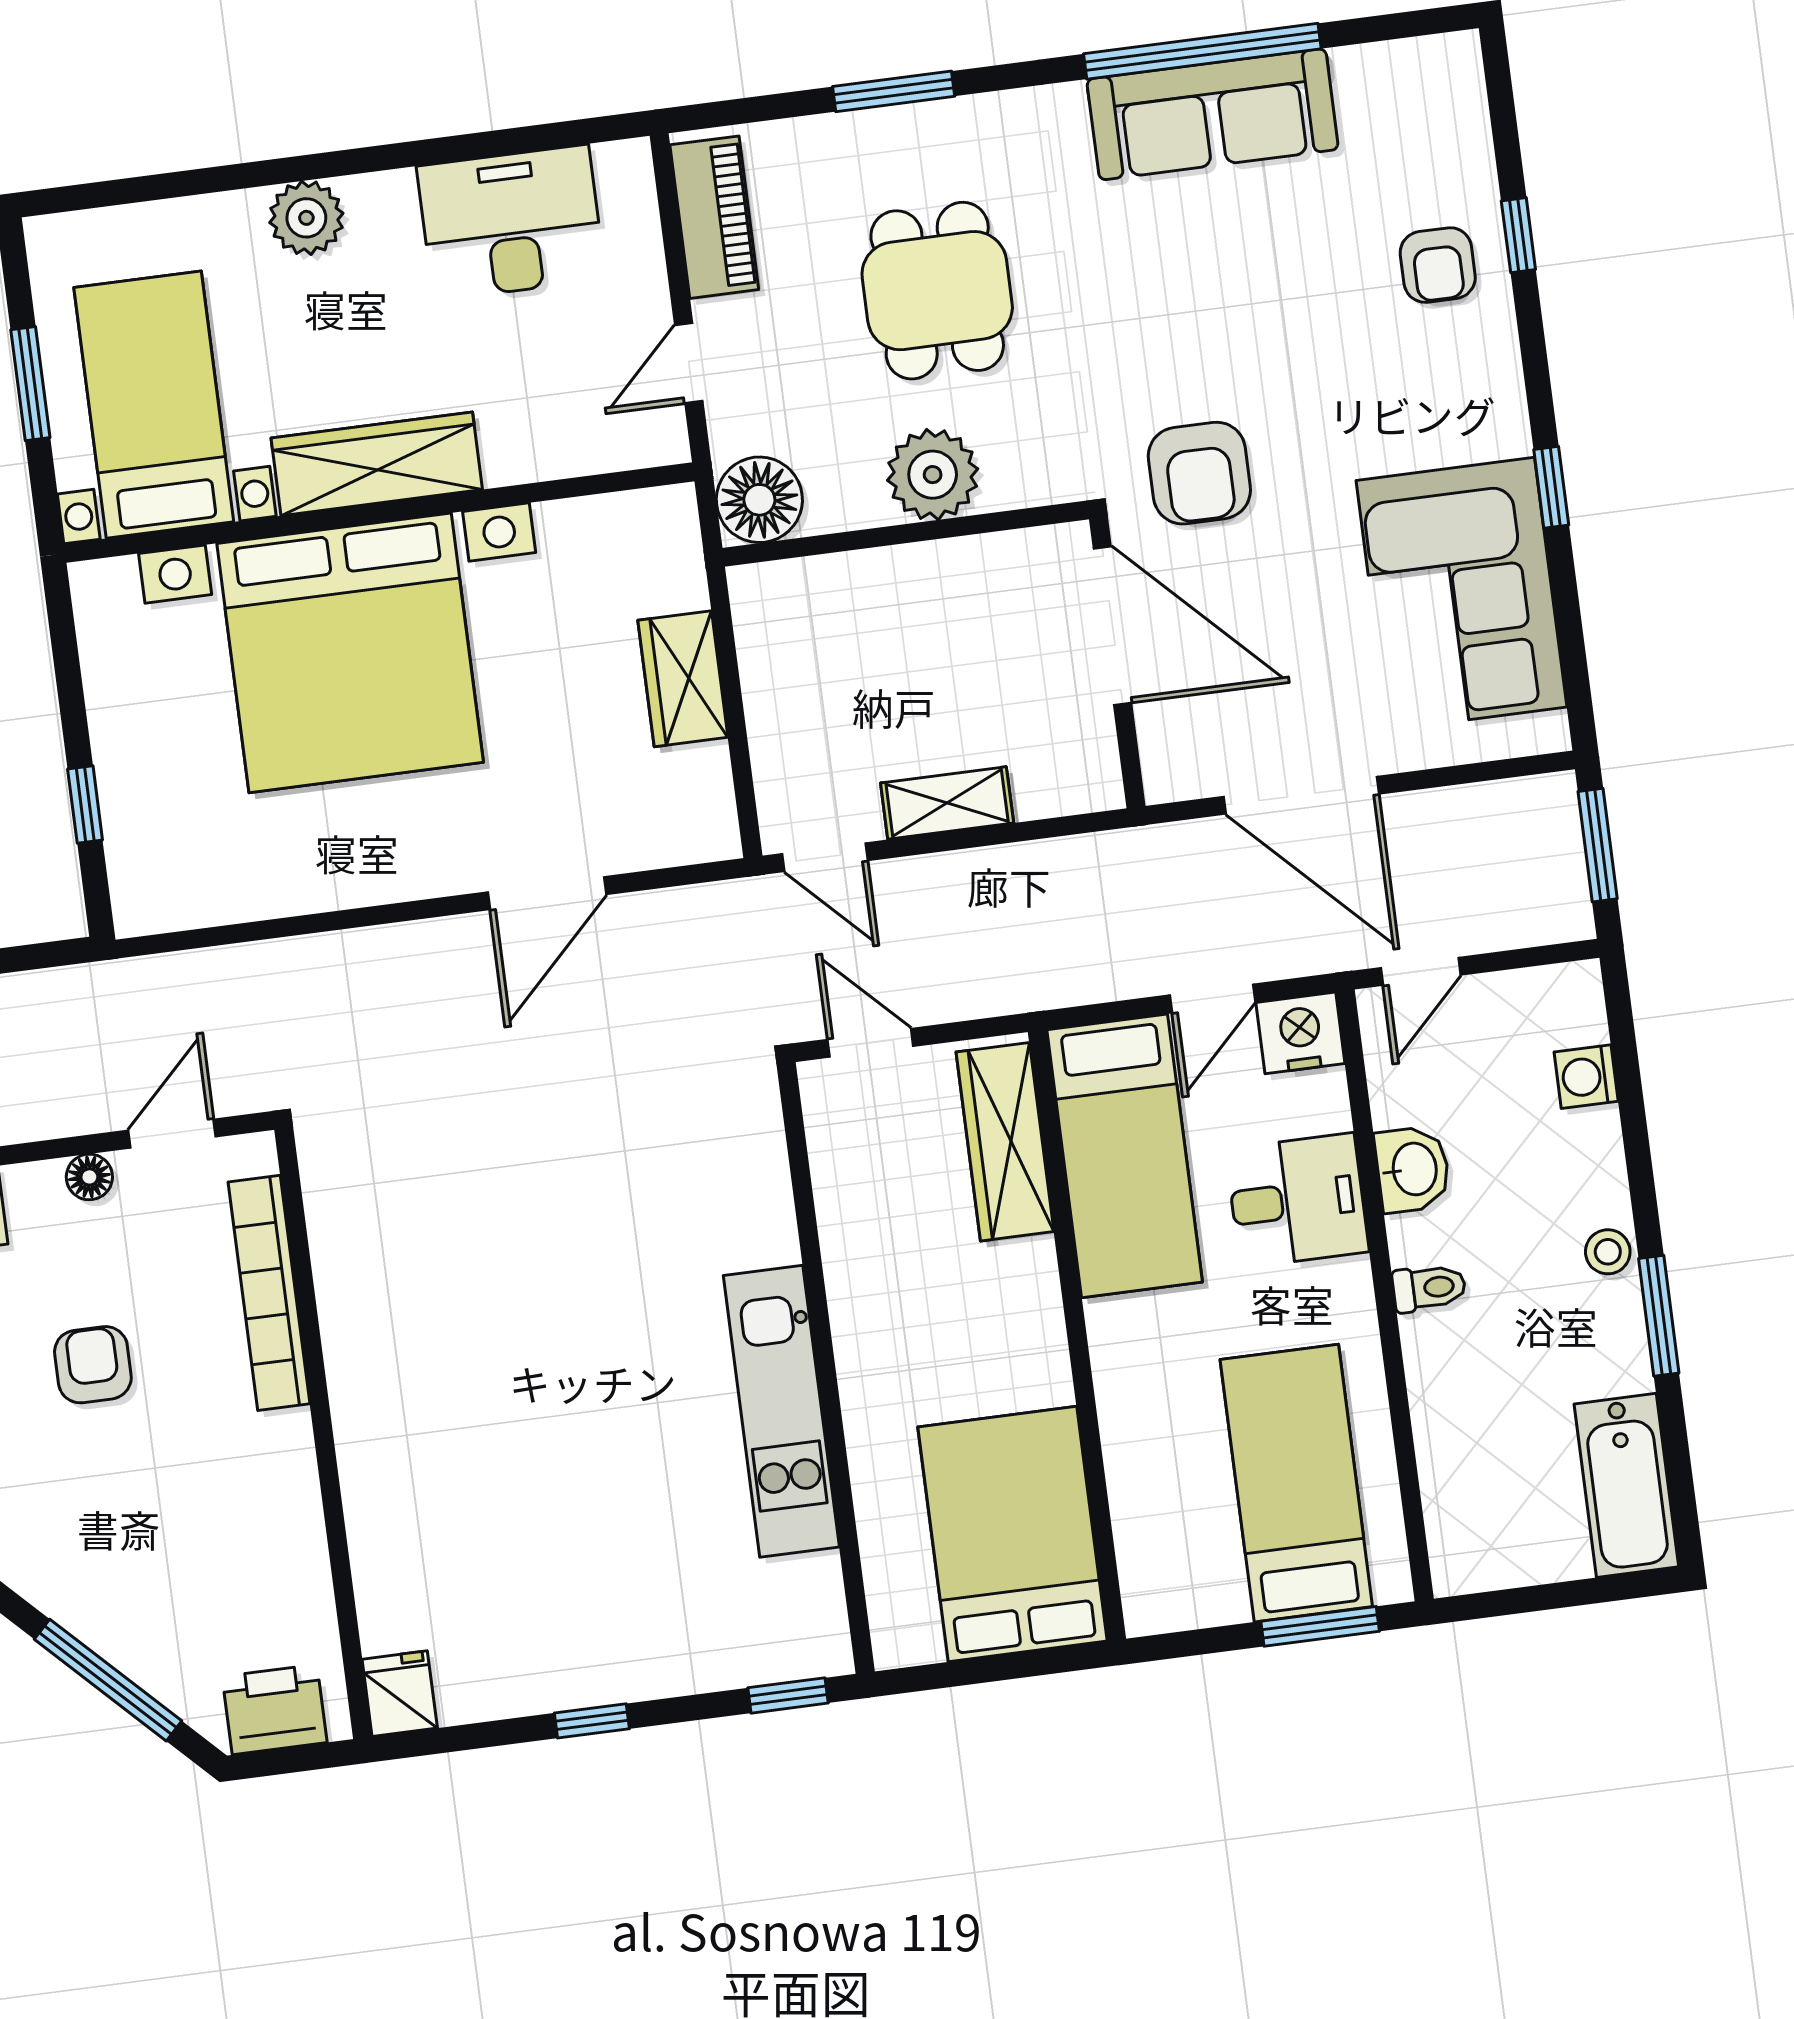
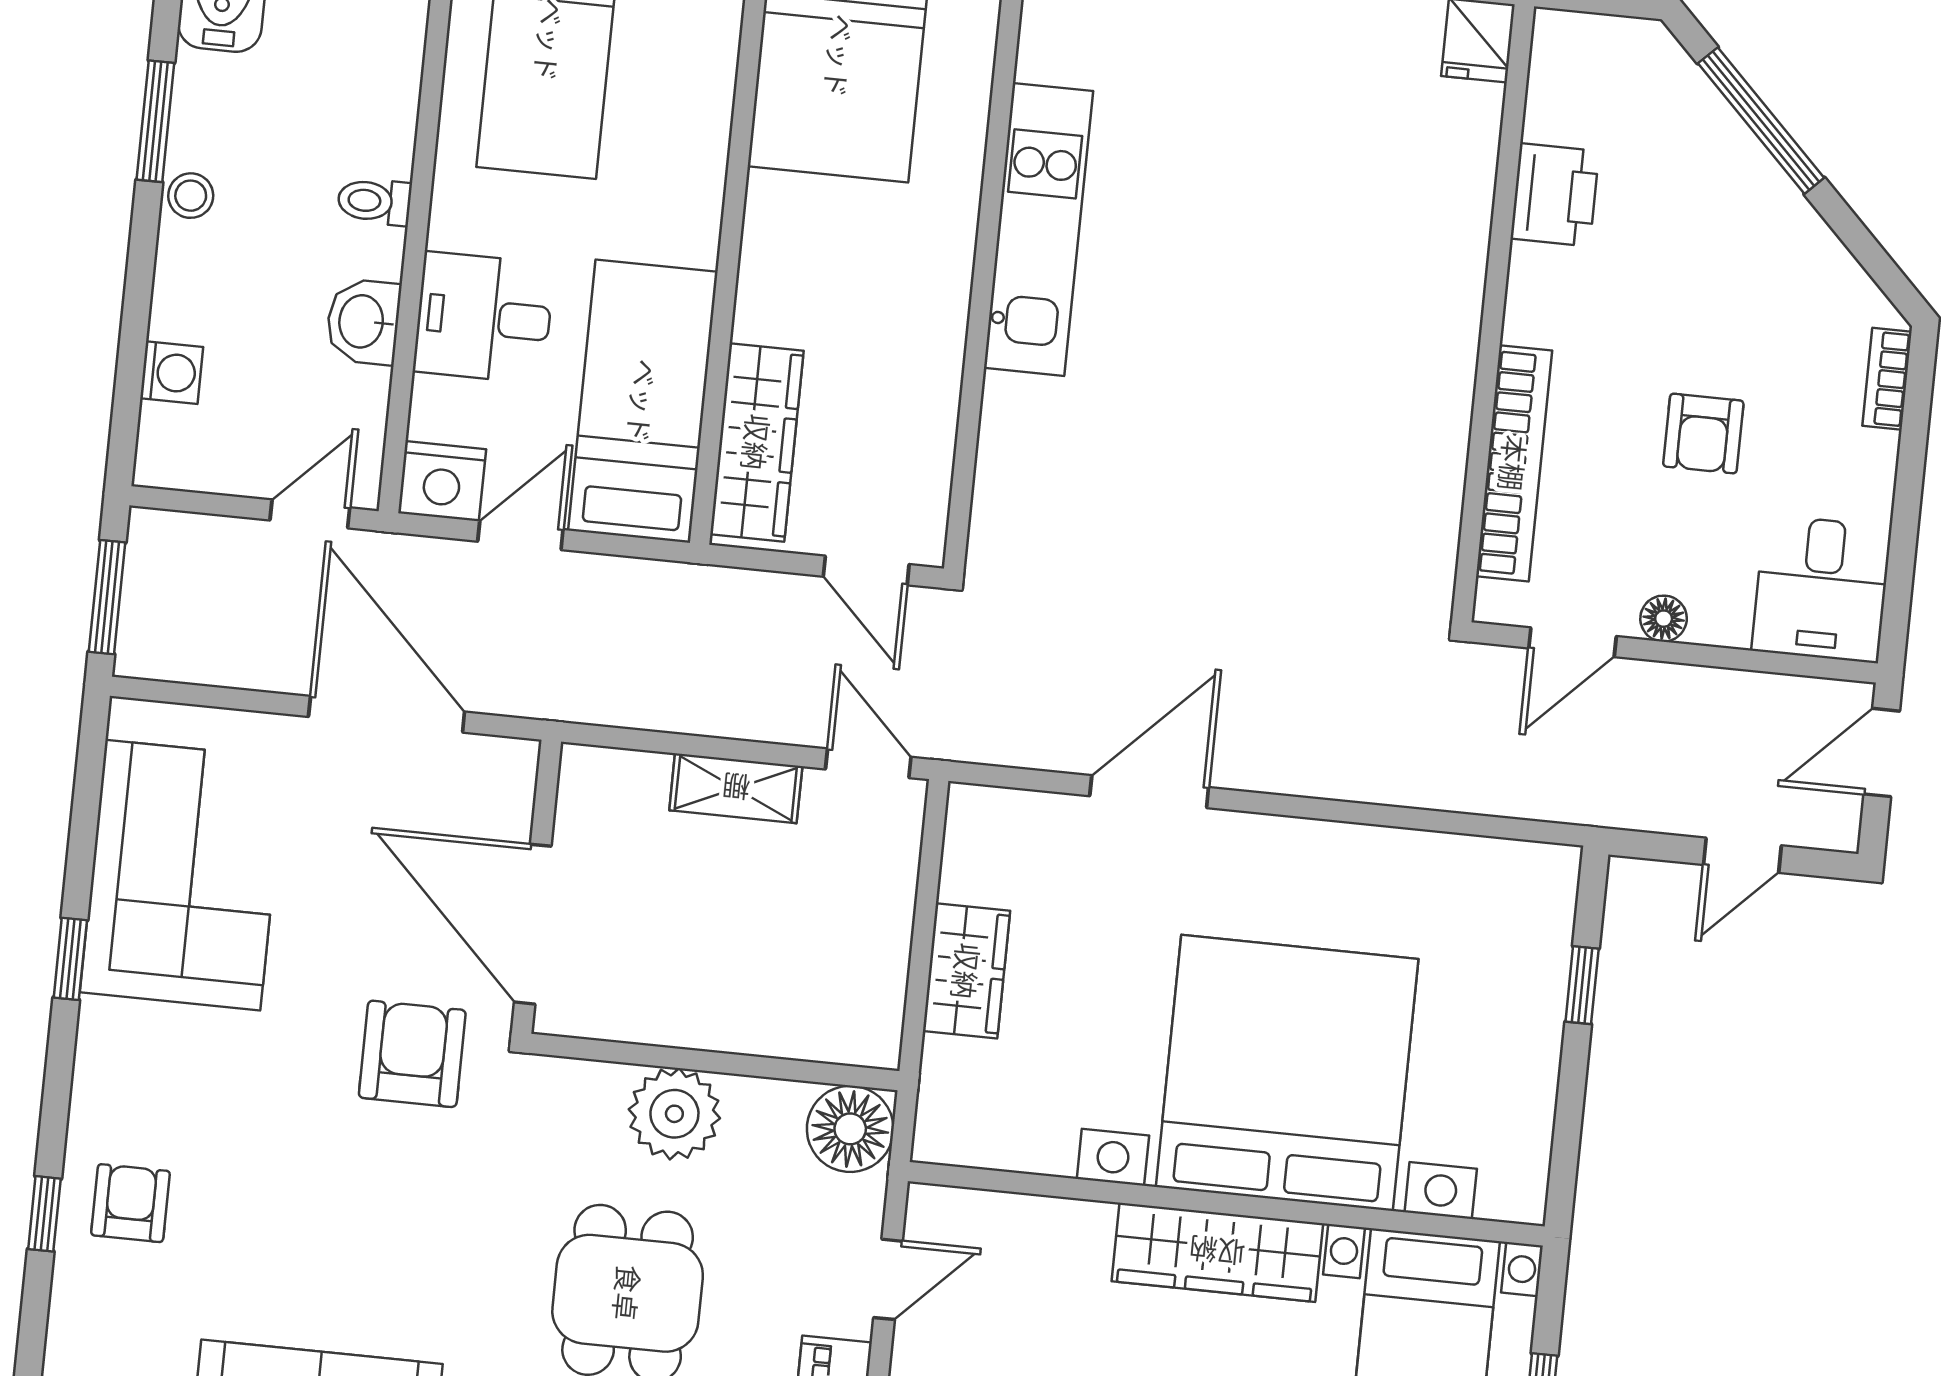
printer: (275, 1709) -> (1555, 195), moved, turned -90

